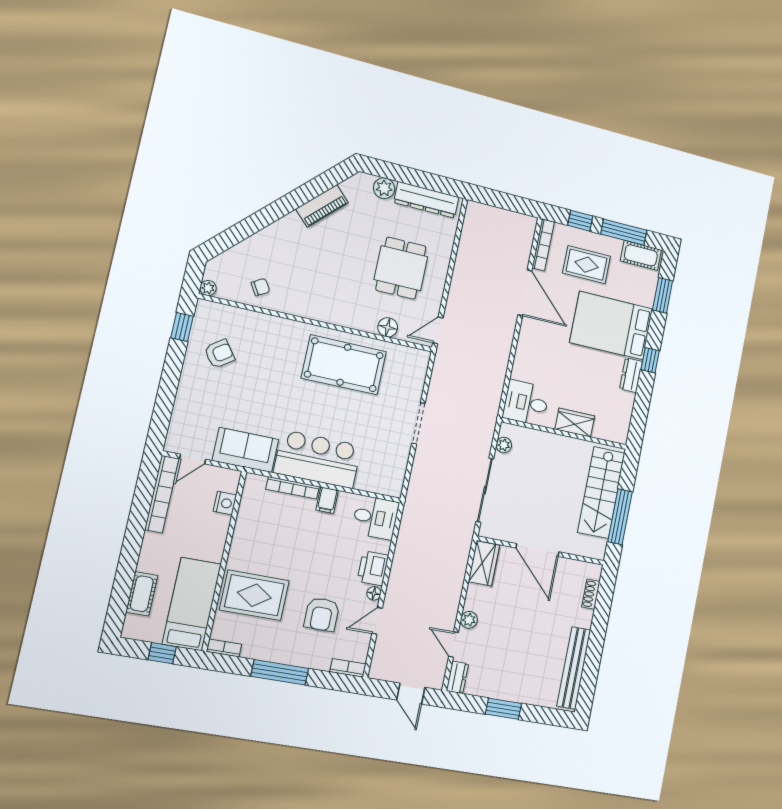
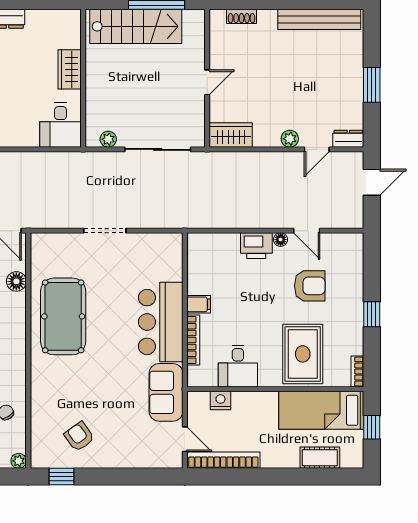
desk: (375, 518) -> (238, 366), moved, turned 180
door: (537, 550) -> (207, 82), width x0.53
bookcase: (348, 668) -> (357, 250), removed
window: (280, 672) -> (372, 314), width x0.46

